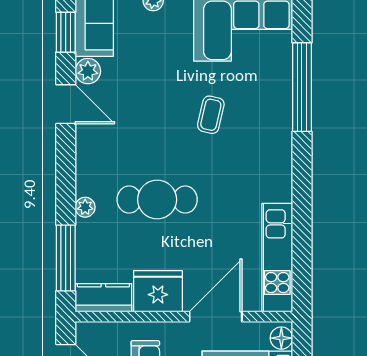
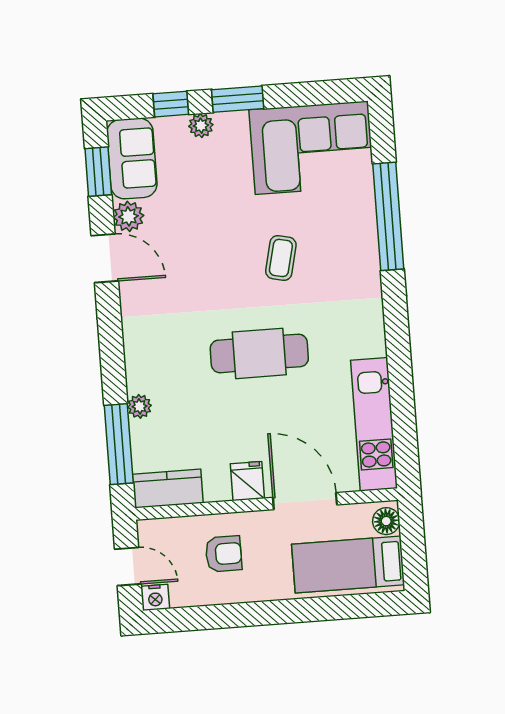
cafe table: (157, 200) -> (259, 353), moved
plant: (85, 207) -> (139, 406), moved
fridge: (158, 291) -> (247, 481), width x0.53, depth x0.75
door: (216, 317) -> (305, 501), hinge flipped

